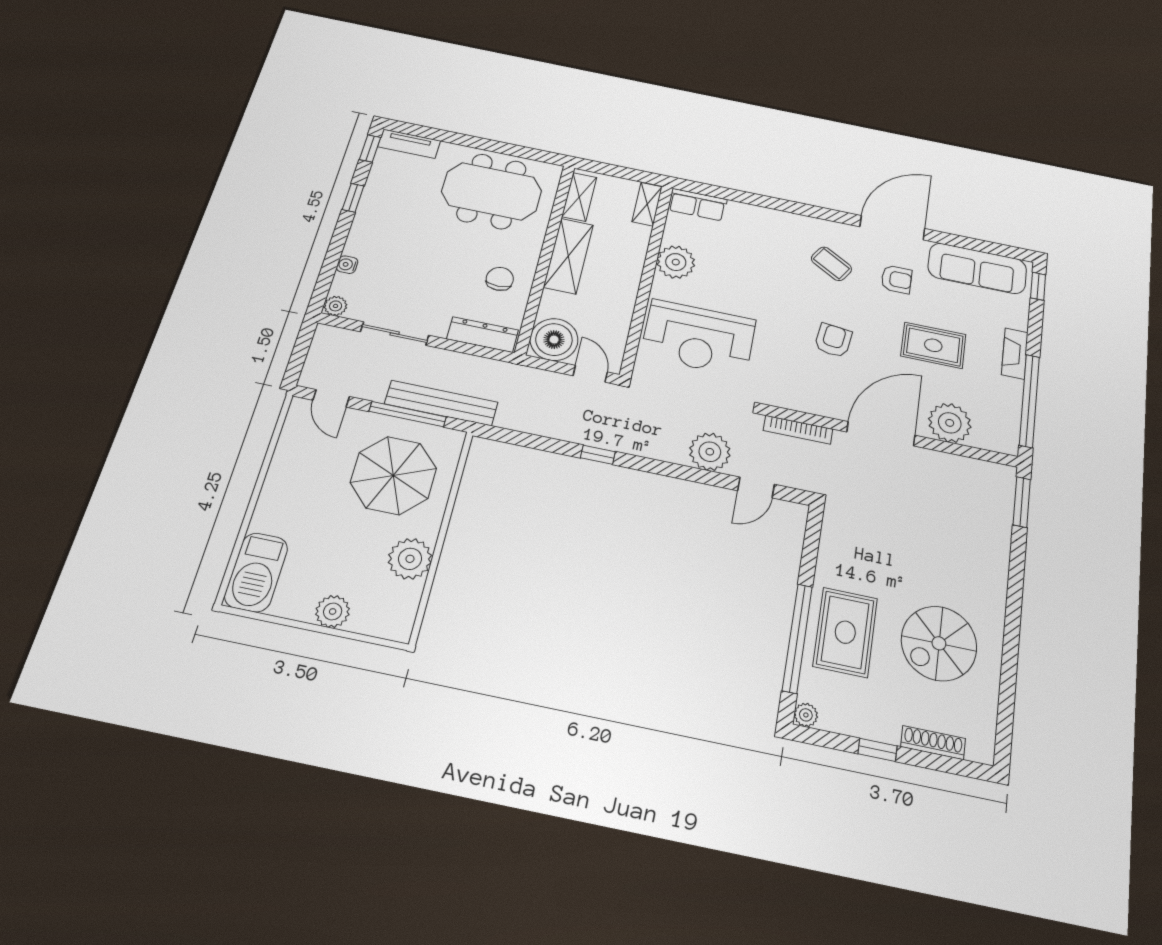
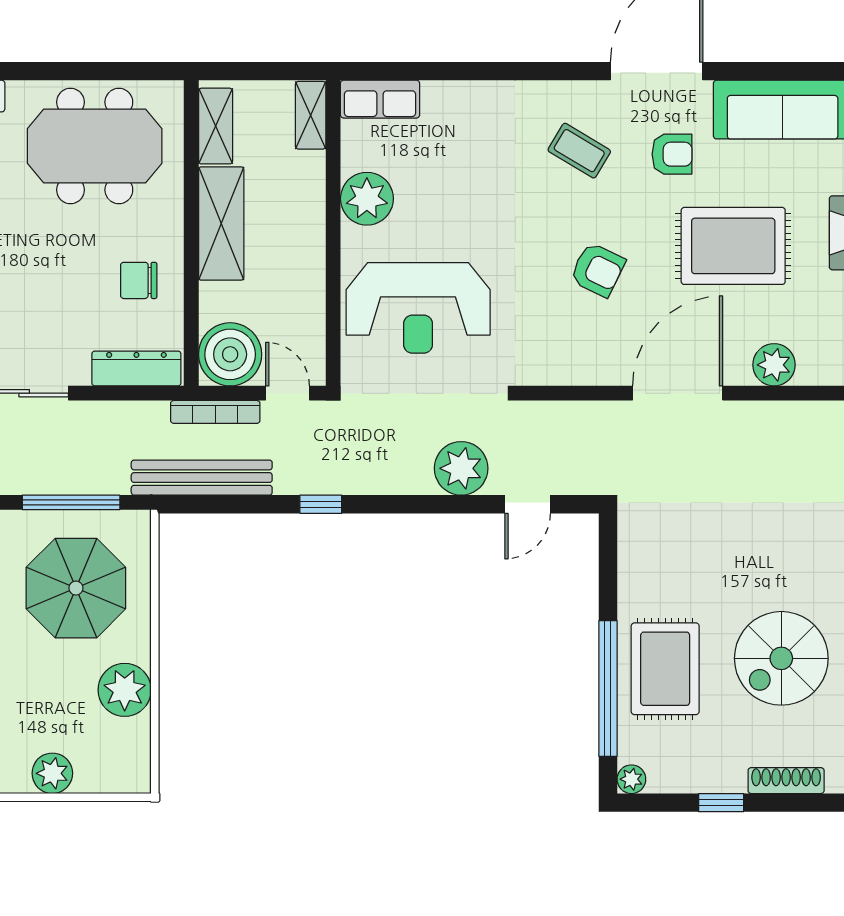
chair: (500, 279) -> (139, 280), turned -90
armchair: (833, 340) -> (598, 270), turned 109
rug: (933, 345) -> (733, 246), width x1.36, depth x1.43
bench: (441, 403) -> (202, 478), moved
plant: (950, 423) -> (774, 365), width x0.73, depth x0.73
bookcase: (798, 430) -> (215, 412), moved

